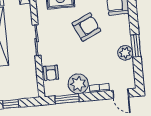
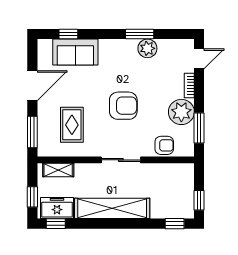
armchair: (86, 27) -> (123, 106), moved, turned 115

